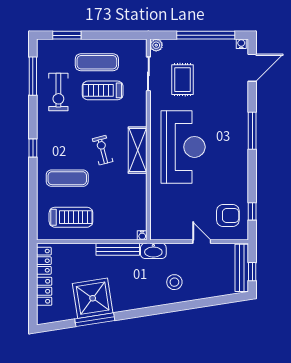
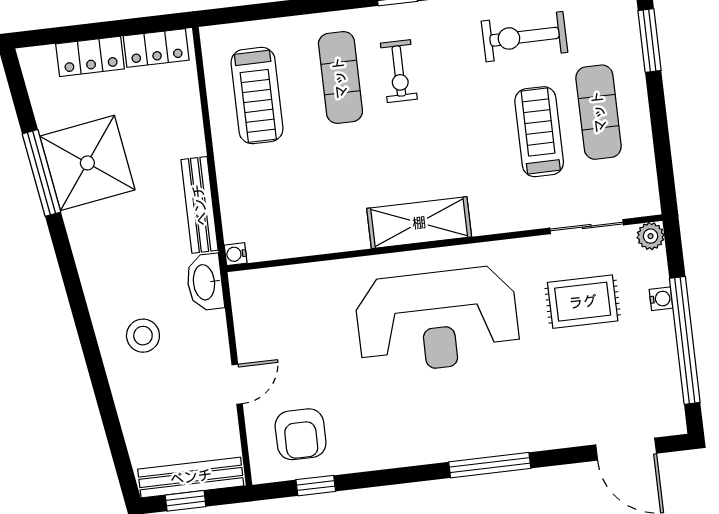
water cooler: (241, 44) -> (661, 299), moved
exercise bike: (103, 150) -> (399, 71), moved, turned 105

